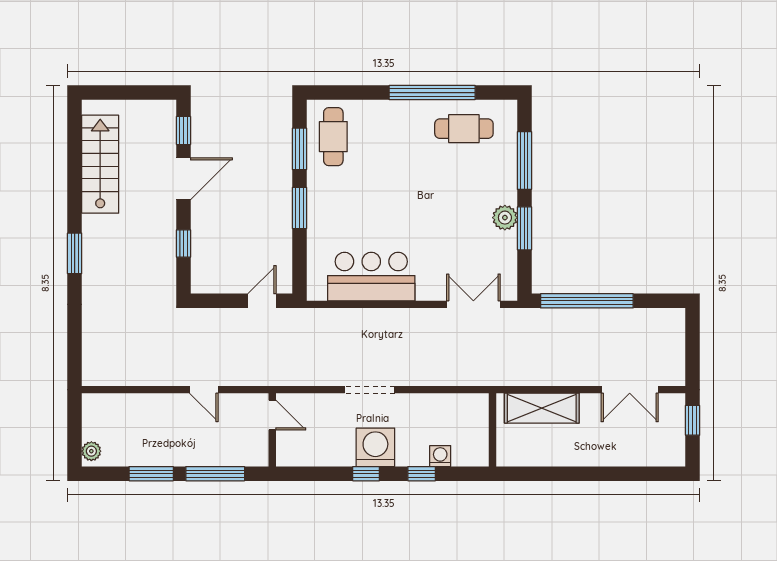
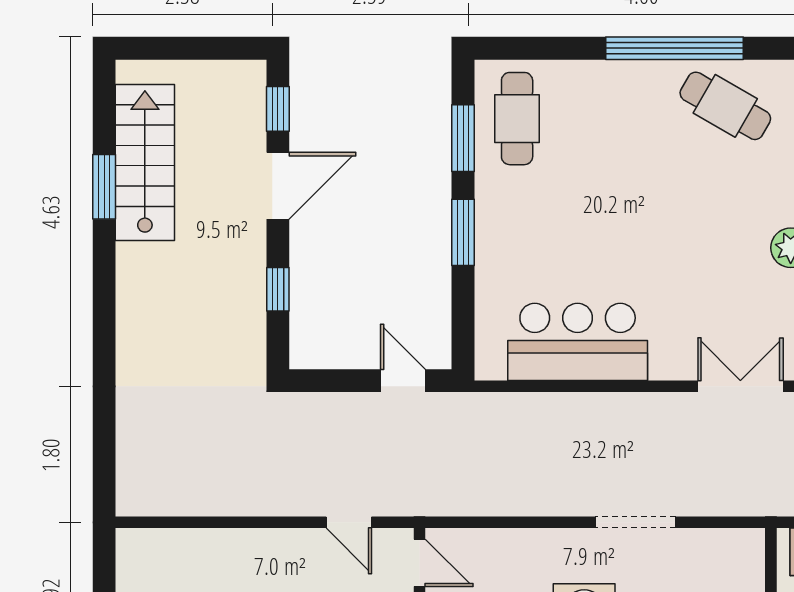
cafe table: (464, 129) -> (725, 106), turned 30
window: (75, 253) -> (104, 187), moved
door: (262, 301) -> (403, 381), hinge flipped
door: (204, 390) -> (349, 522), moved
doorway: (370, 390) -> (635, 522), moved

